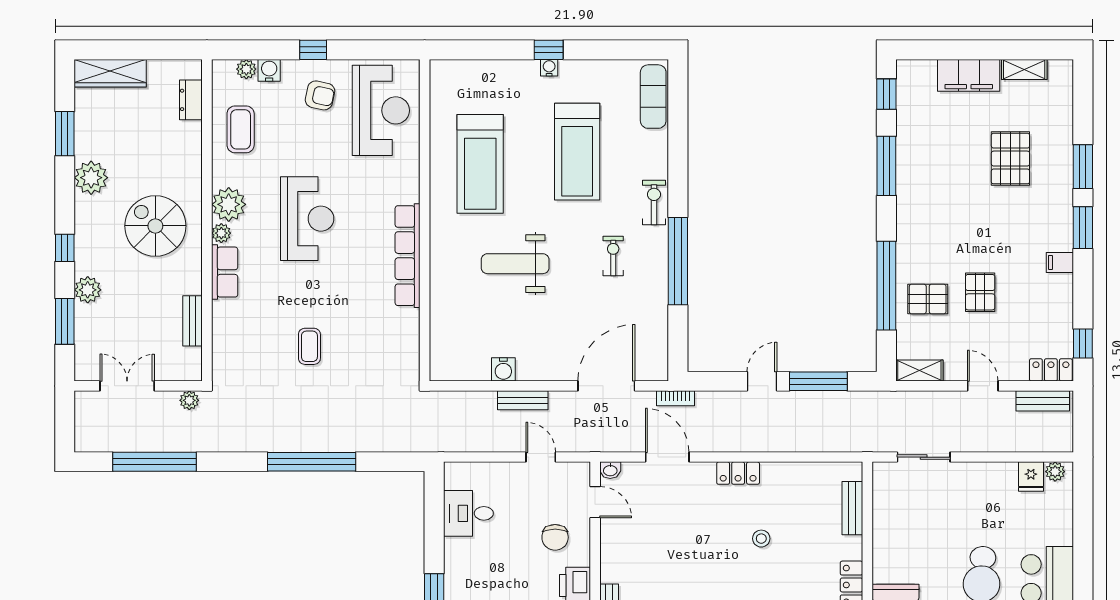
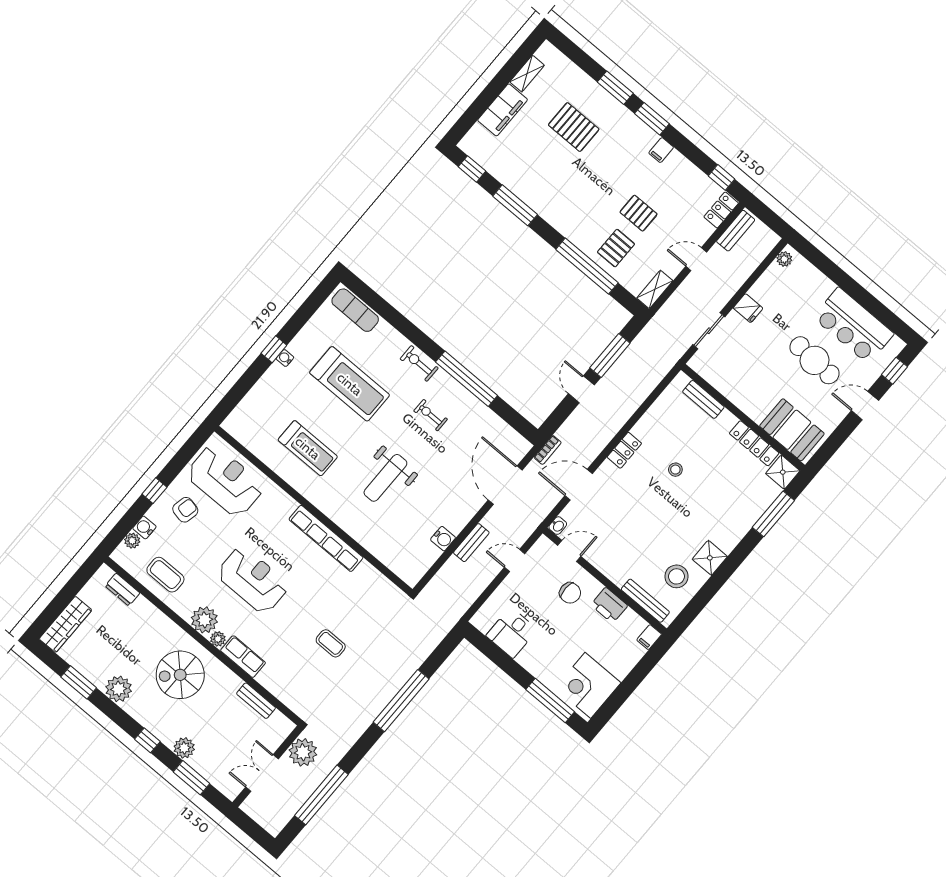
treadmill: (480, 164) -> (308, 448), width x0.73, depth x0.73
plant: (189, 400) -> (303, 752), width x1.88, depth x1.88
fridge: (1031, 477) -> (748, 308), moved

